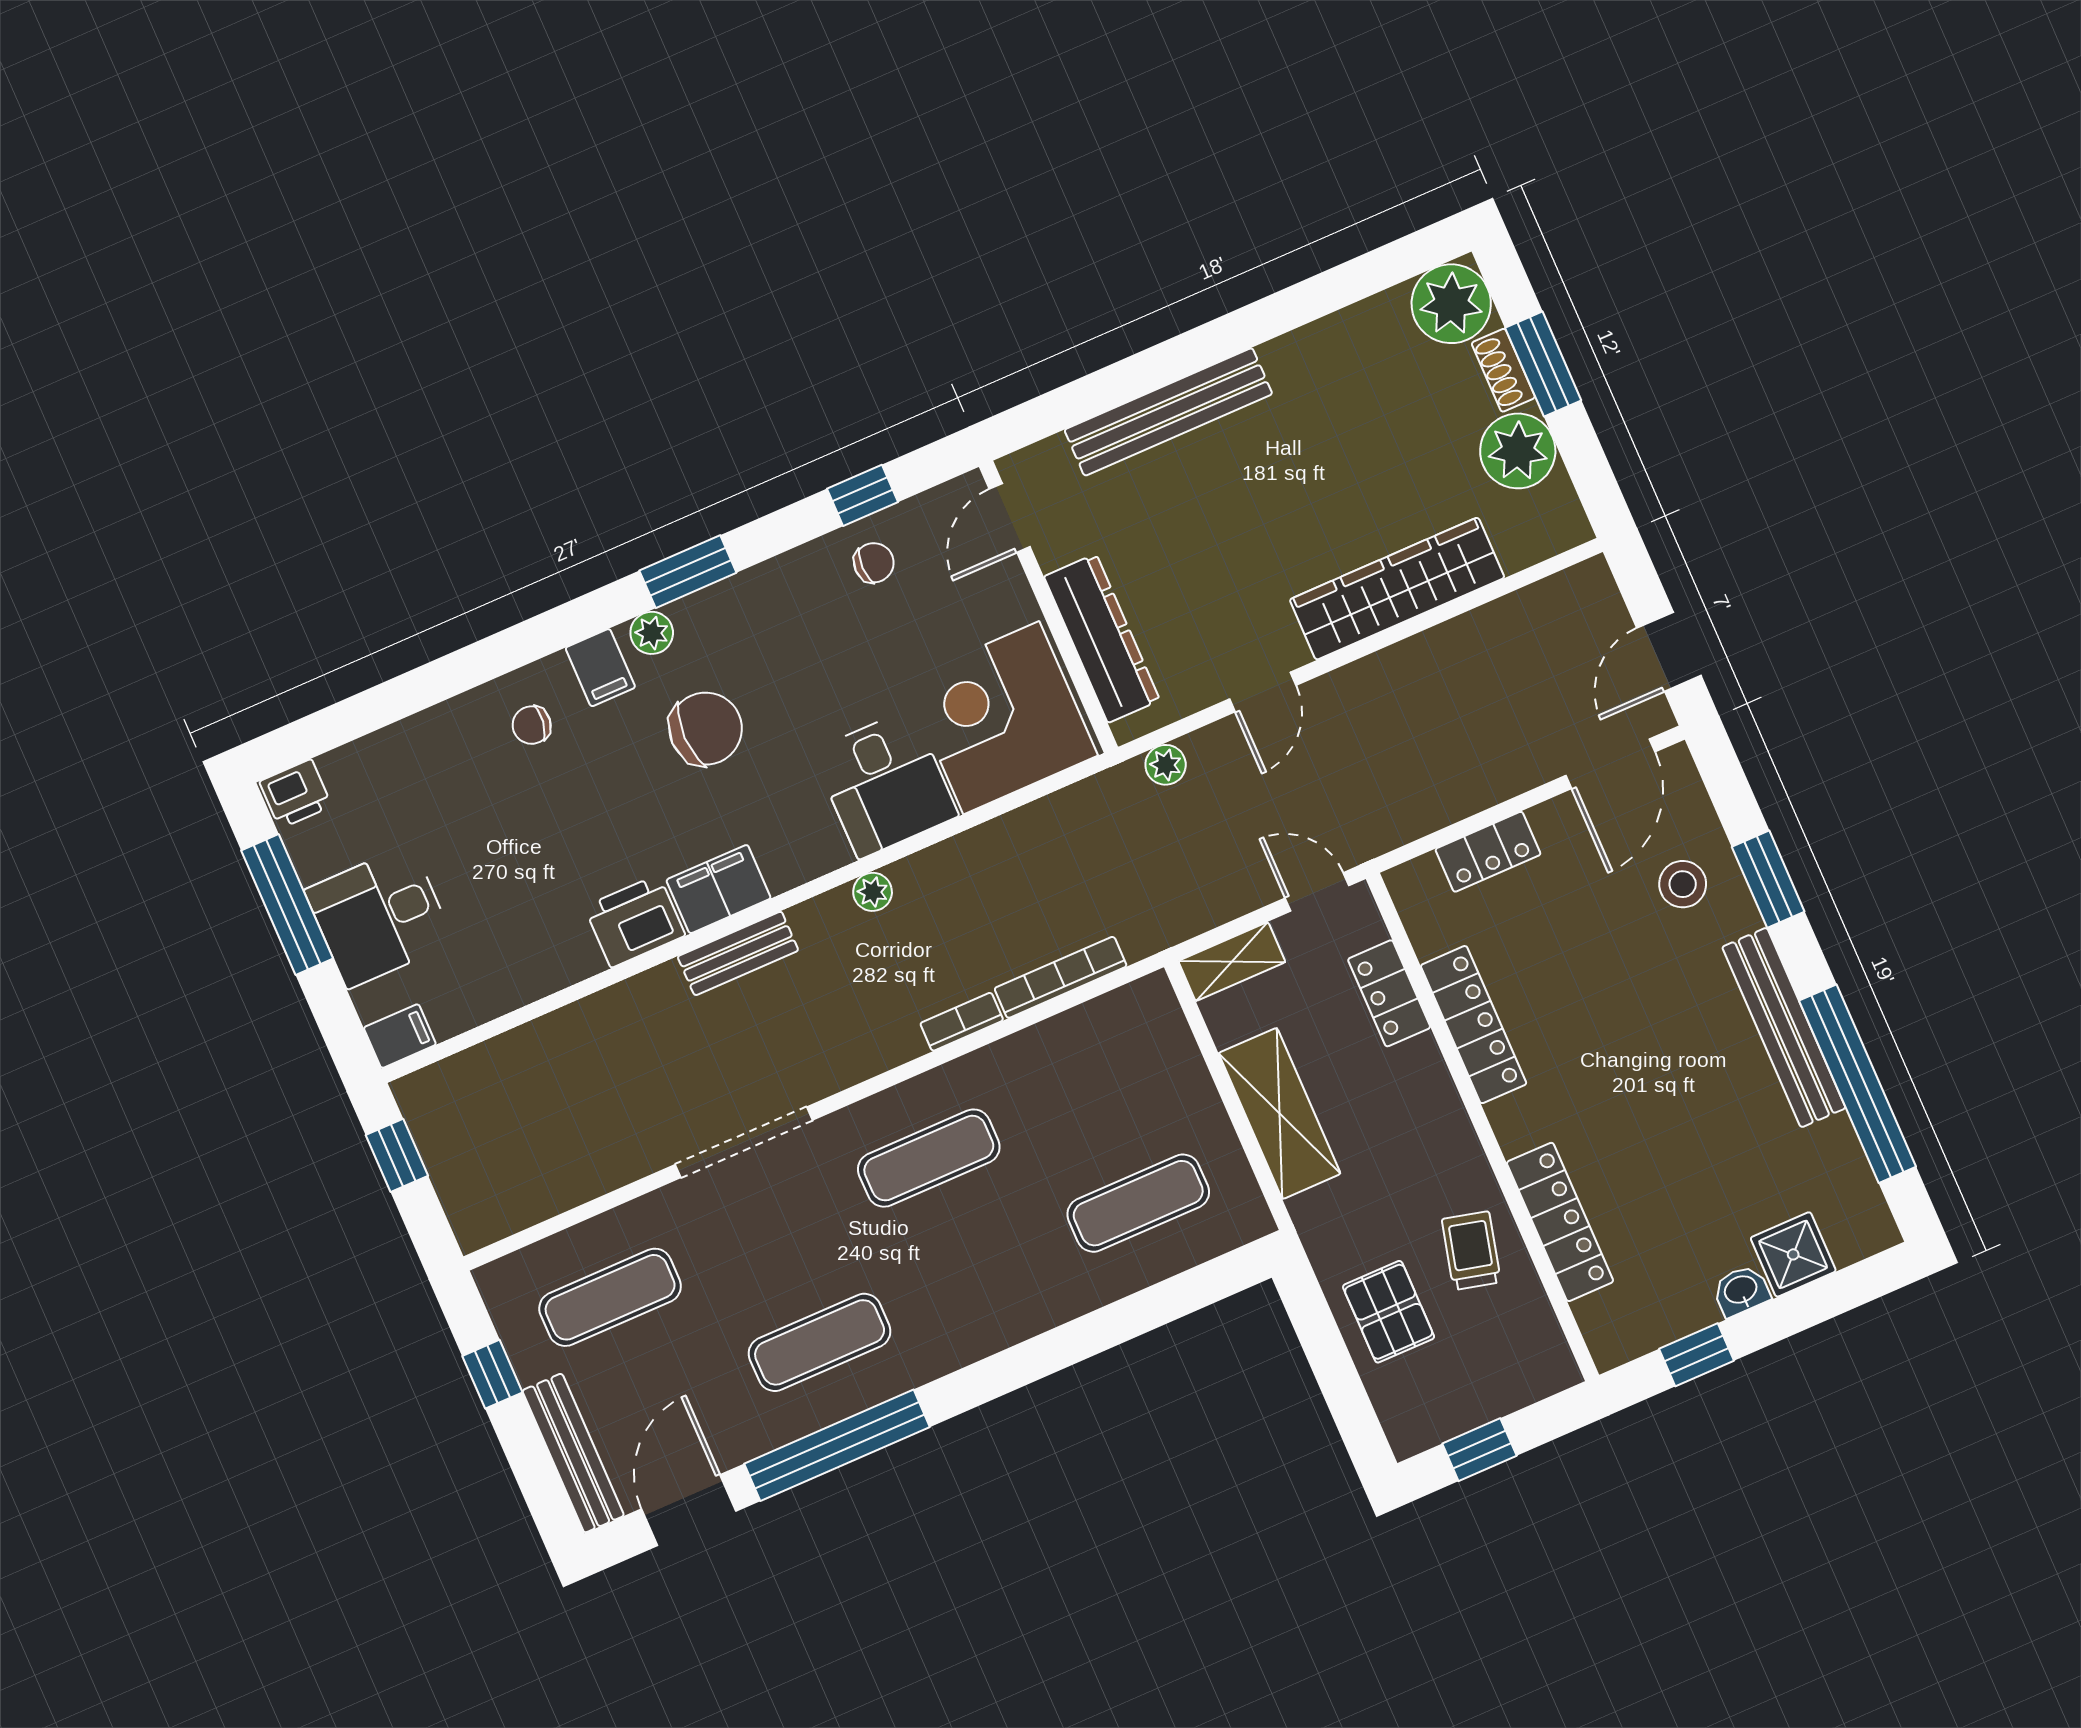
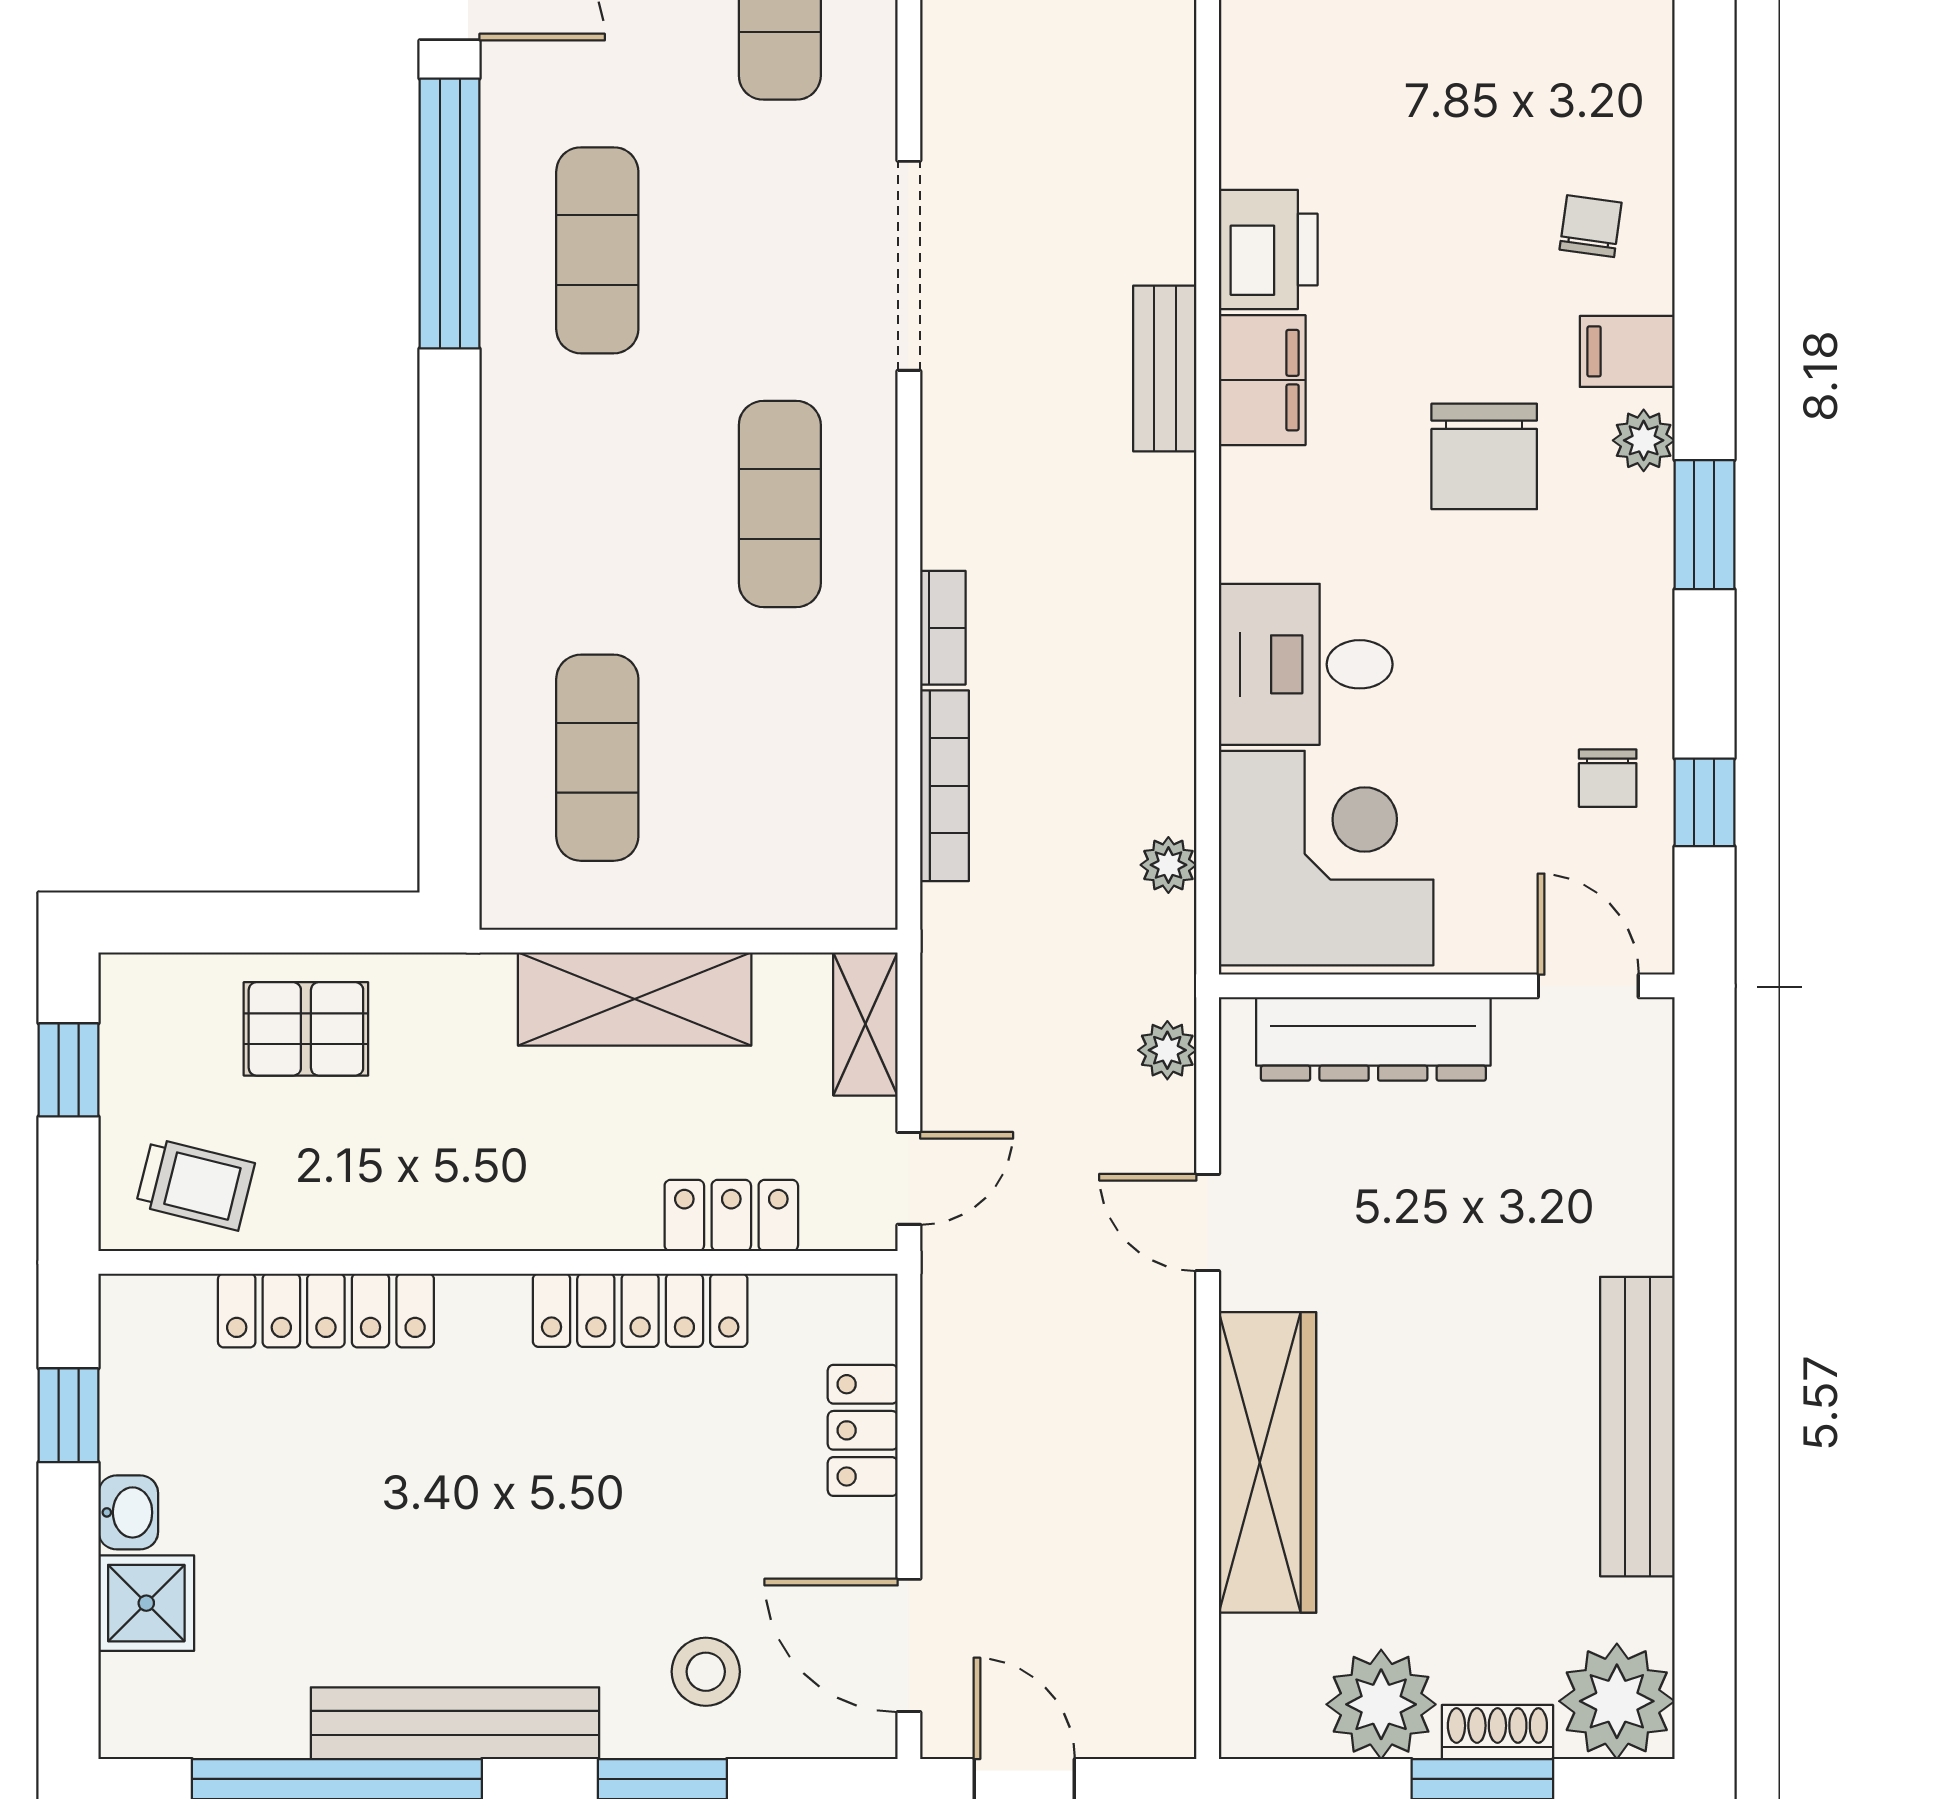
bench: (1168, 412) -> (1637, 1427), moved
plant: (873, 892) -> (1168, 865), moved
trolley: (1471, 1251) -> (195, 1184), moved

